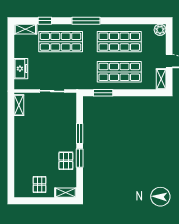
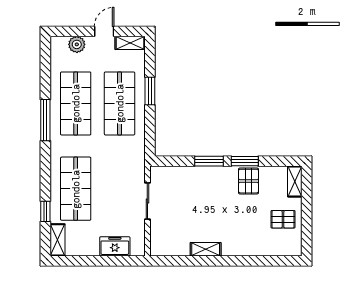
window: (86, 21) -> (45, 120), moved
plant: (160, 30) -> (77, 44), moved
window: (103, 93) -> (150, 91), moved
shelving: (19, 105) -> (206, 249), moved
pallet: (66, 161) -> (248, 181), turned 90

